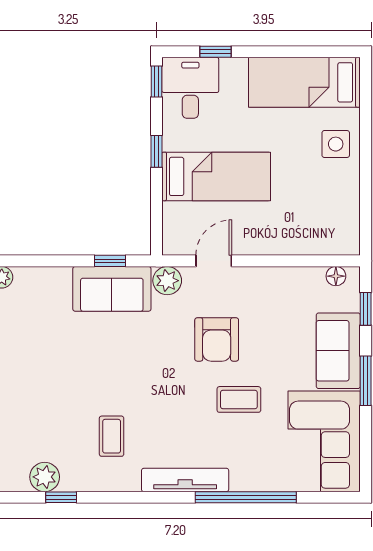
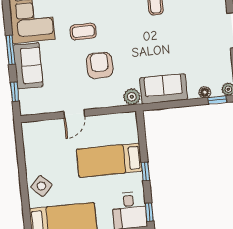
side table: (336, 144) -> (41, 186), turned 45
window: (110, 261) -> (217, 100), moved
door: (214, 261) -> (74, 114), moved
floor lamp: (336, 276) -> (205, 92), moved

